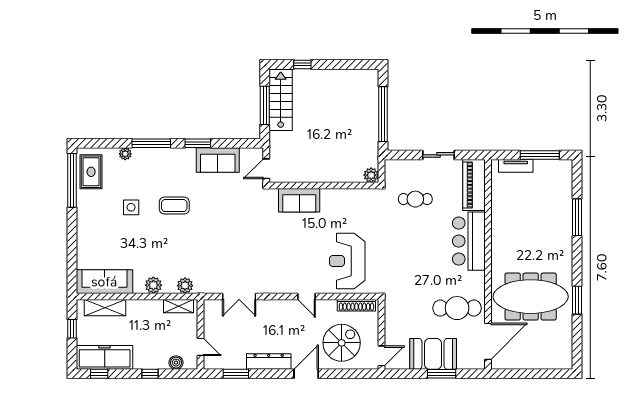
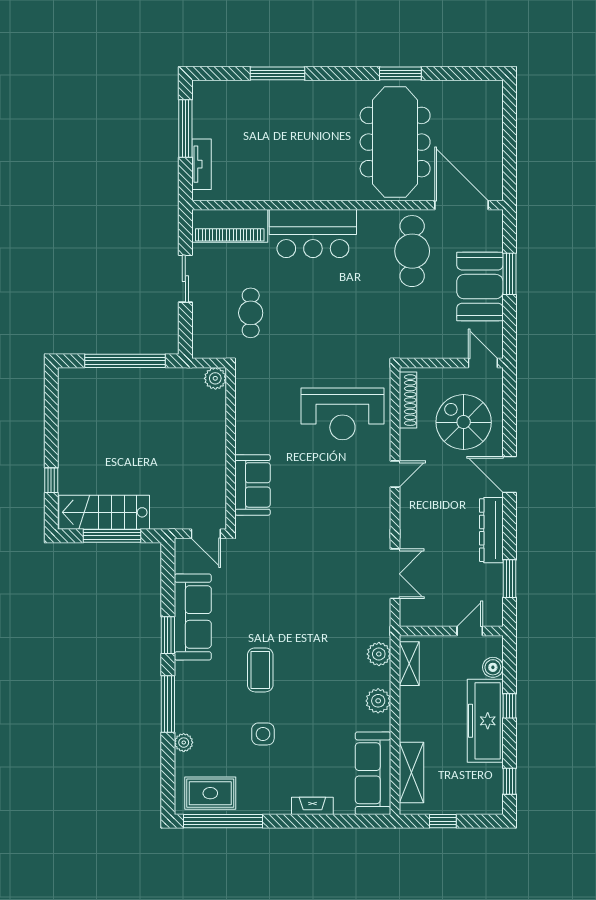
sofa: (218, 160) -> (193, 617), width x1.36
fireplace: (82, 241) -> (312, 806), added
freezer: (105, 357) -> (485, 721), moved

